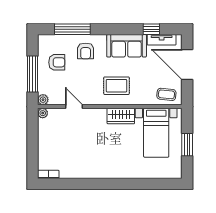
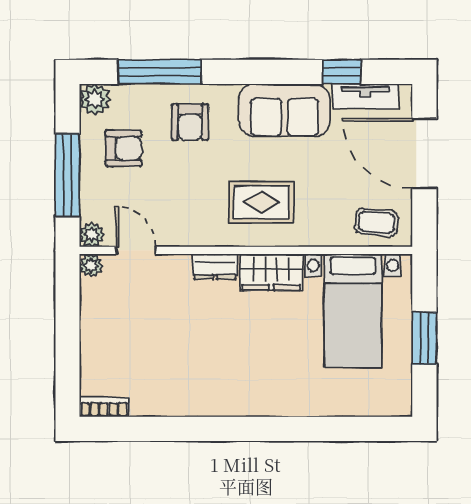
plant: (44, 41) -> (95, 99), added
door: (74, 107) -> (136, 250), moved
dresser: (96, 114) -> (215, 267), added

